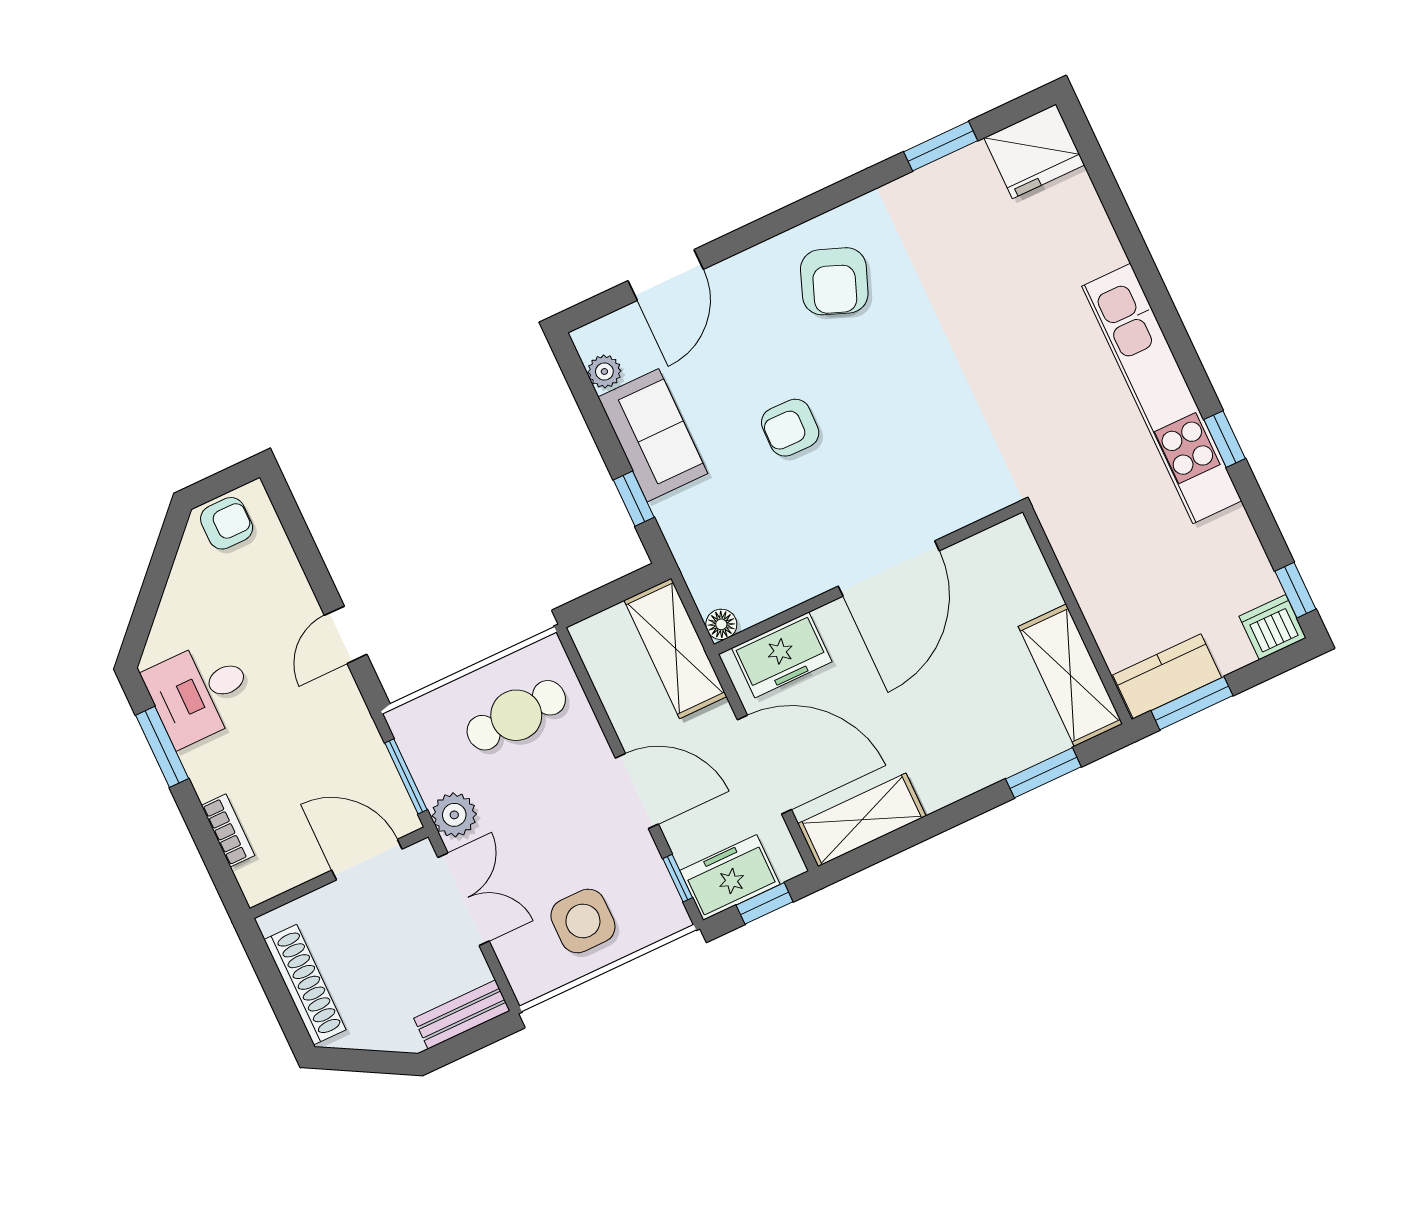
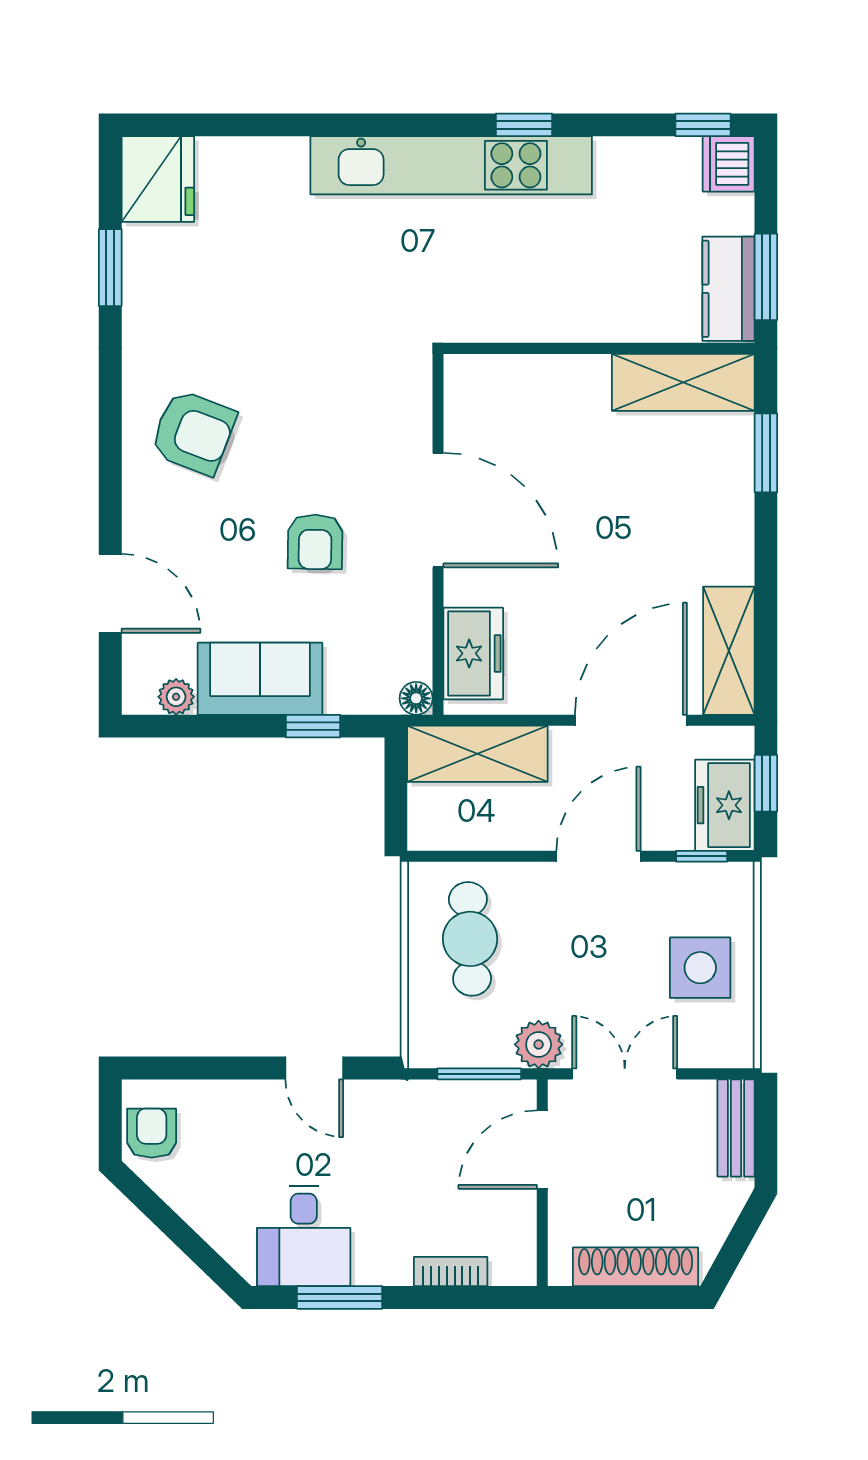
door: (889, 569) -> (438, 510), moved
wall: (868, 578) -> (438, 534), moved
floor lamp: (721, 624) -> (416, 698), moved
freezer: (782, 655) -> (473, 653), moved

